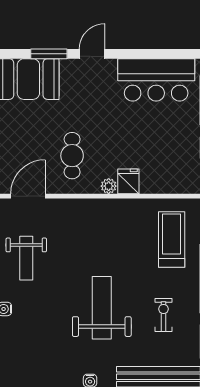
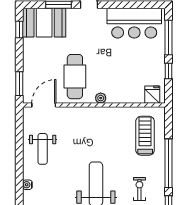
cafe table: (72, 156) -> (75, 77), width x1.37, depth x1.35
fridge: (128, 181) -> (152, 95), moved

